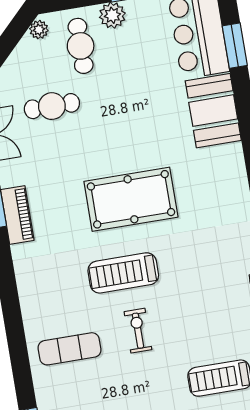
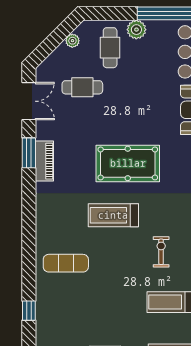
plant: (39, 30) -> (72, 41), moved
exercise bike: (138, 331) -> (161, 252), moved

